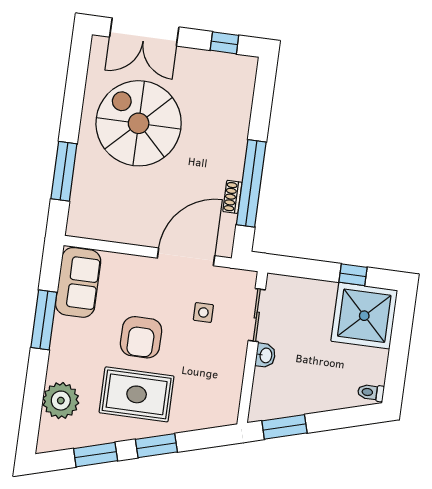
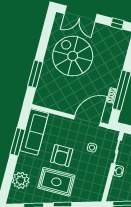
sofa: (78, 282) -> (34, 132), width x1.36

